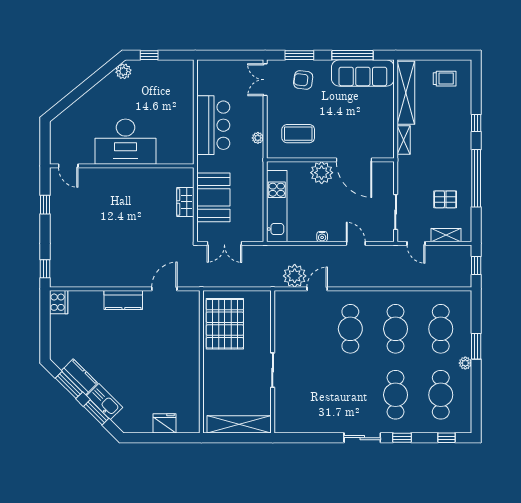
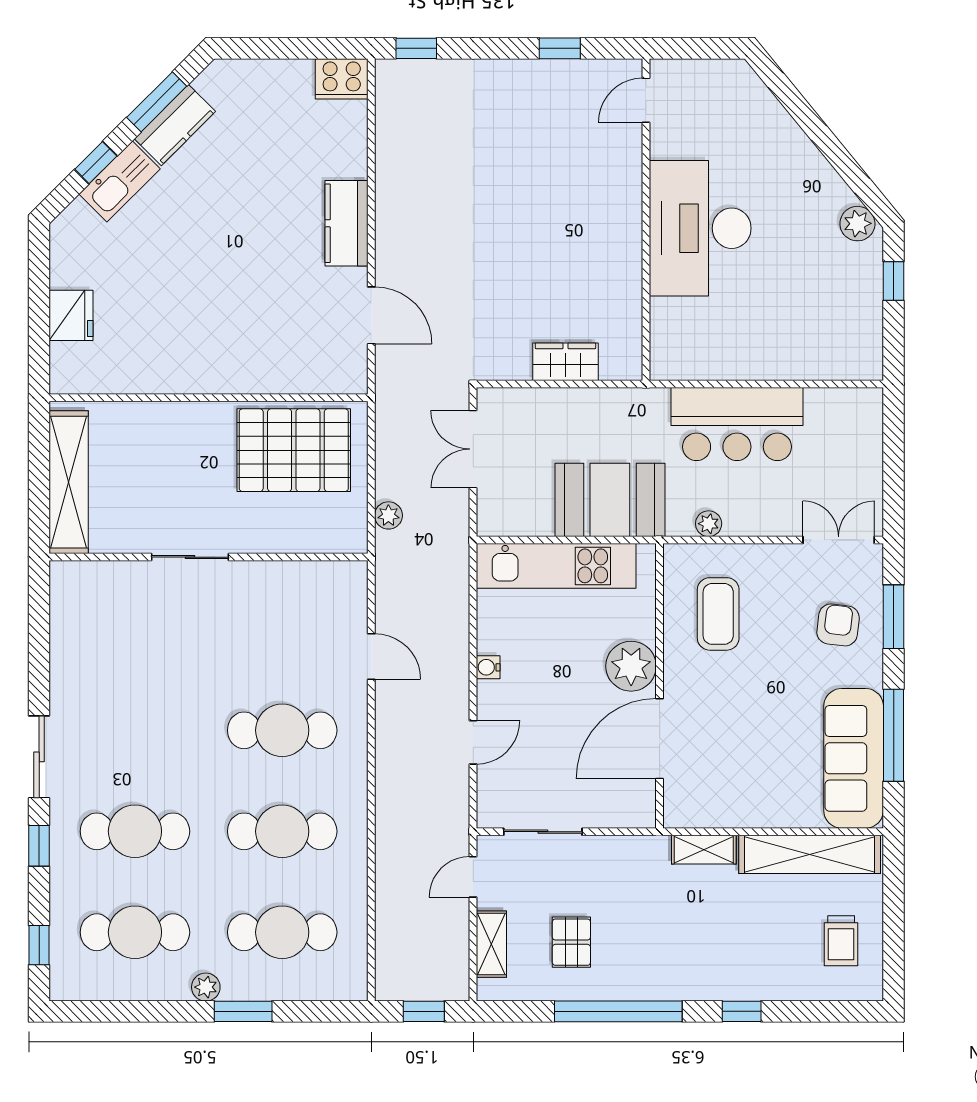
booth: (213, 197) -> (610, 500), moved
plant: (295, 276) -> (388, 515), moved, width x0.53, depth x0.53
window: (96, 412) -> (96, 163), width x0.67

